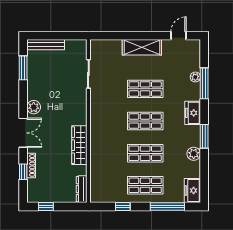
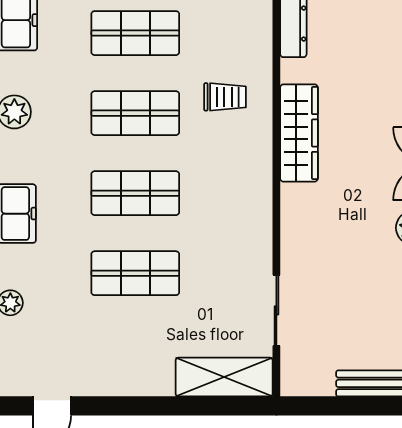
shelving: (142, 47) -> (224, 377), moved
trolley: (109, 160) -> (225, 97), added

